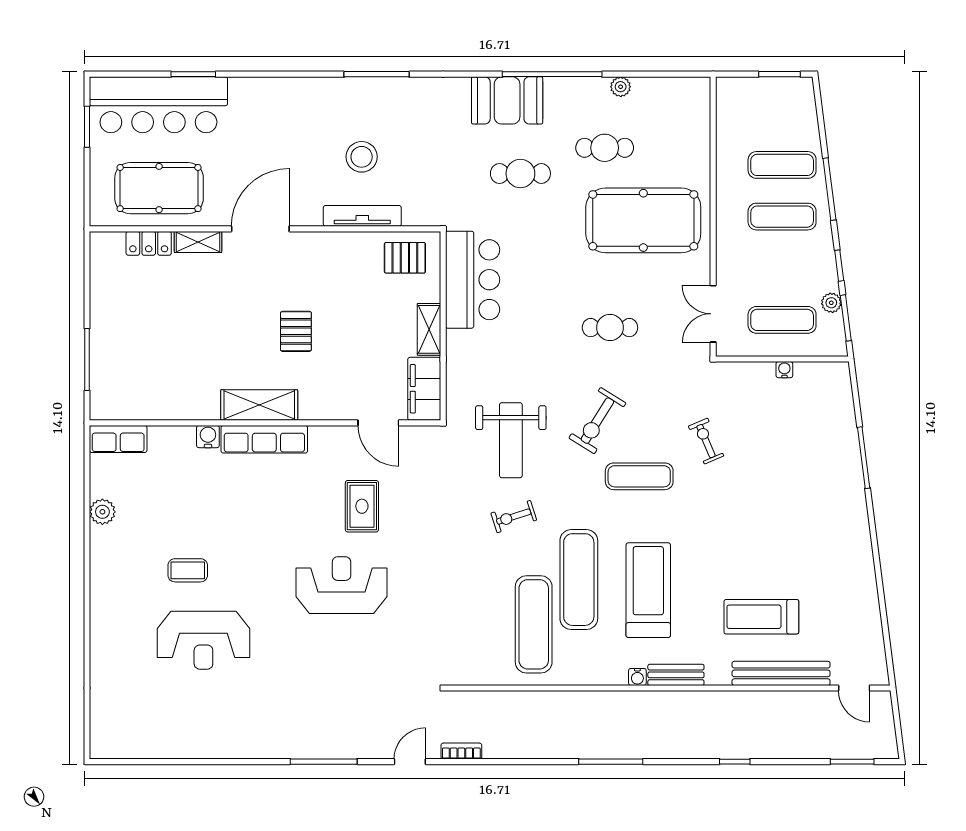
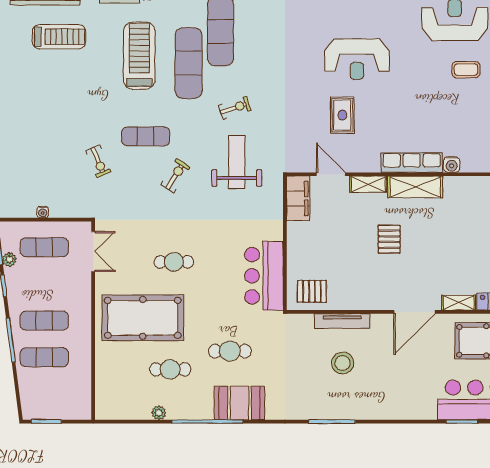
cafe table: (610, 328) -> (174, 262), moved
shelving: (429, 329) -> (368, 184), moved, turned 90
exercise bike: (597, 421) -> (175, 176), width x0.73, depth x0.72
treadmill: (648, 590) -> (139, 56), turned 180

